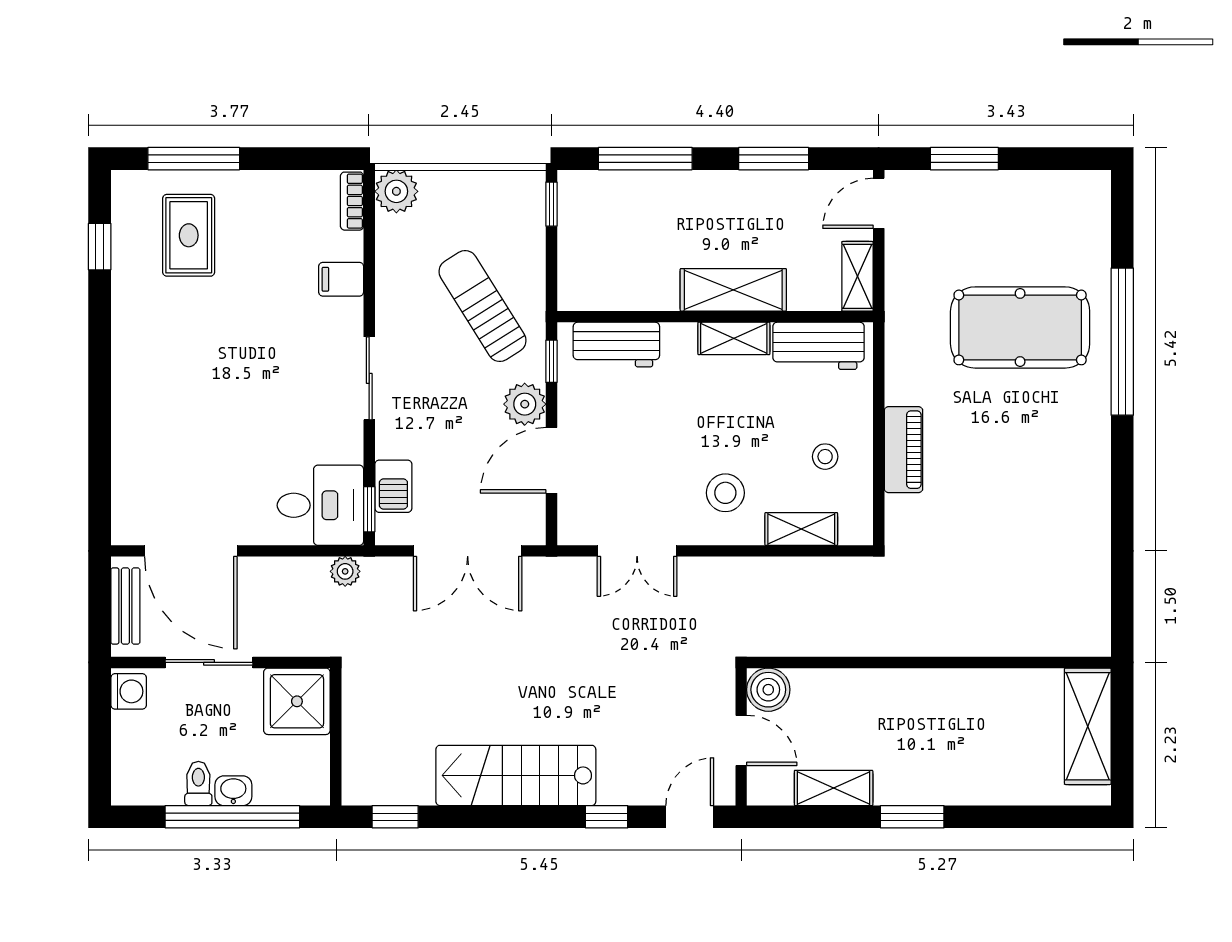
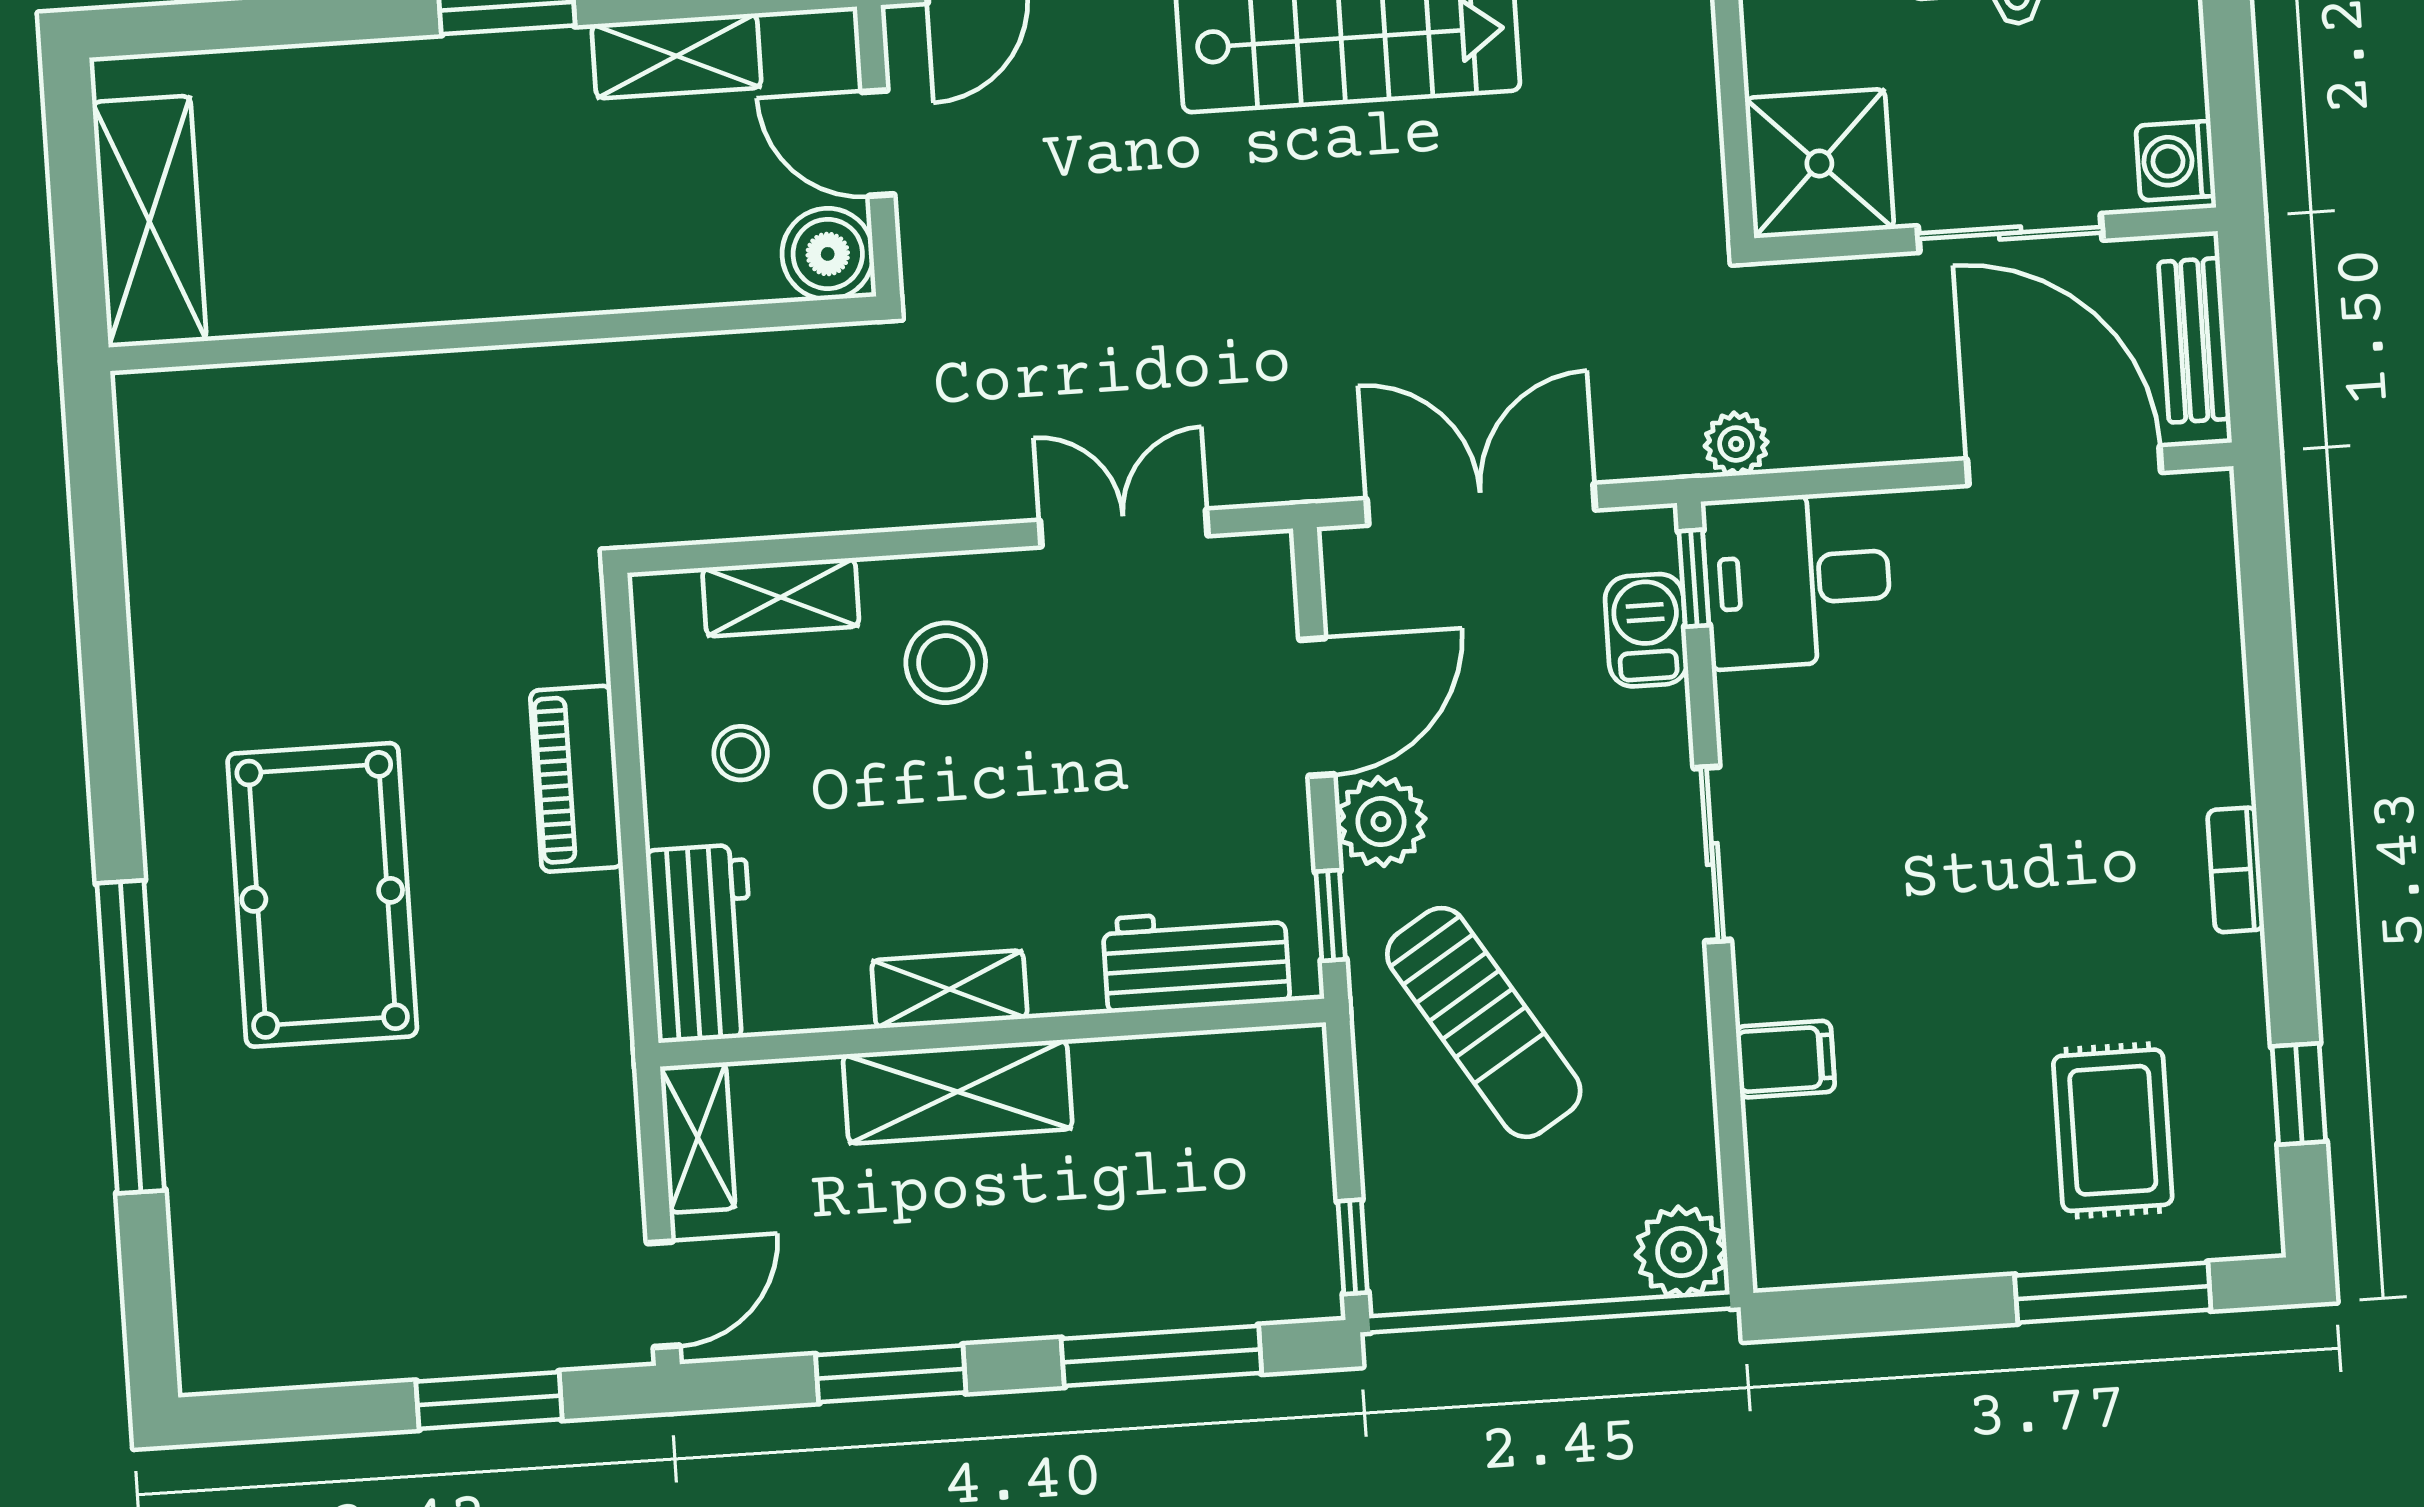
bookcase: (352, 201) -> (2236, 870), moved, turned 180
pool table: (1020, 327) -> (322, 895), moved, turned 90
workbench: (818, 346) -> (702, 943), moved, turned 90

